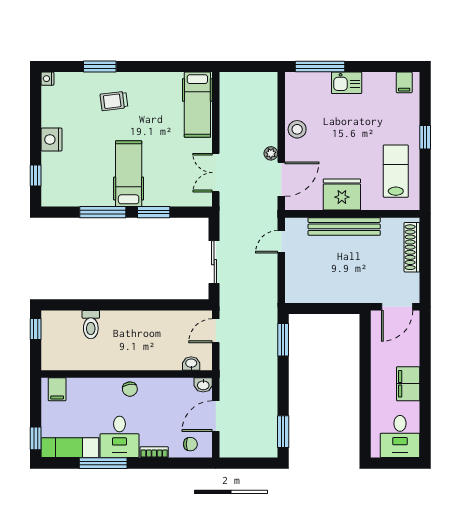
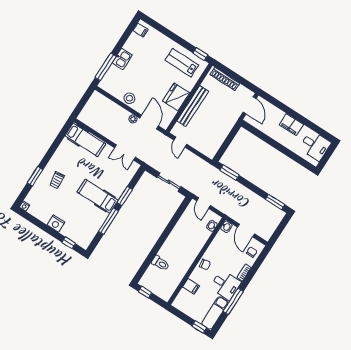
window: (425, 137) -> (200, 54), moved
filing cabinet: (57, 389) -> (191, 286), moved

